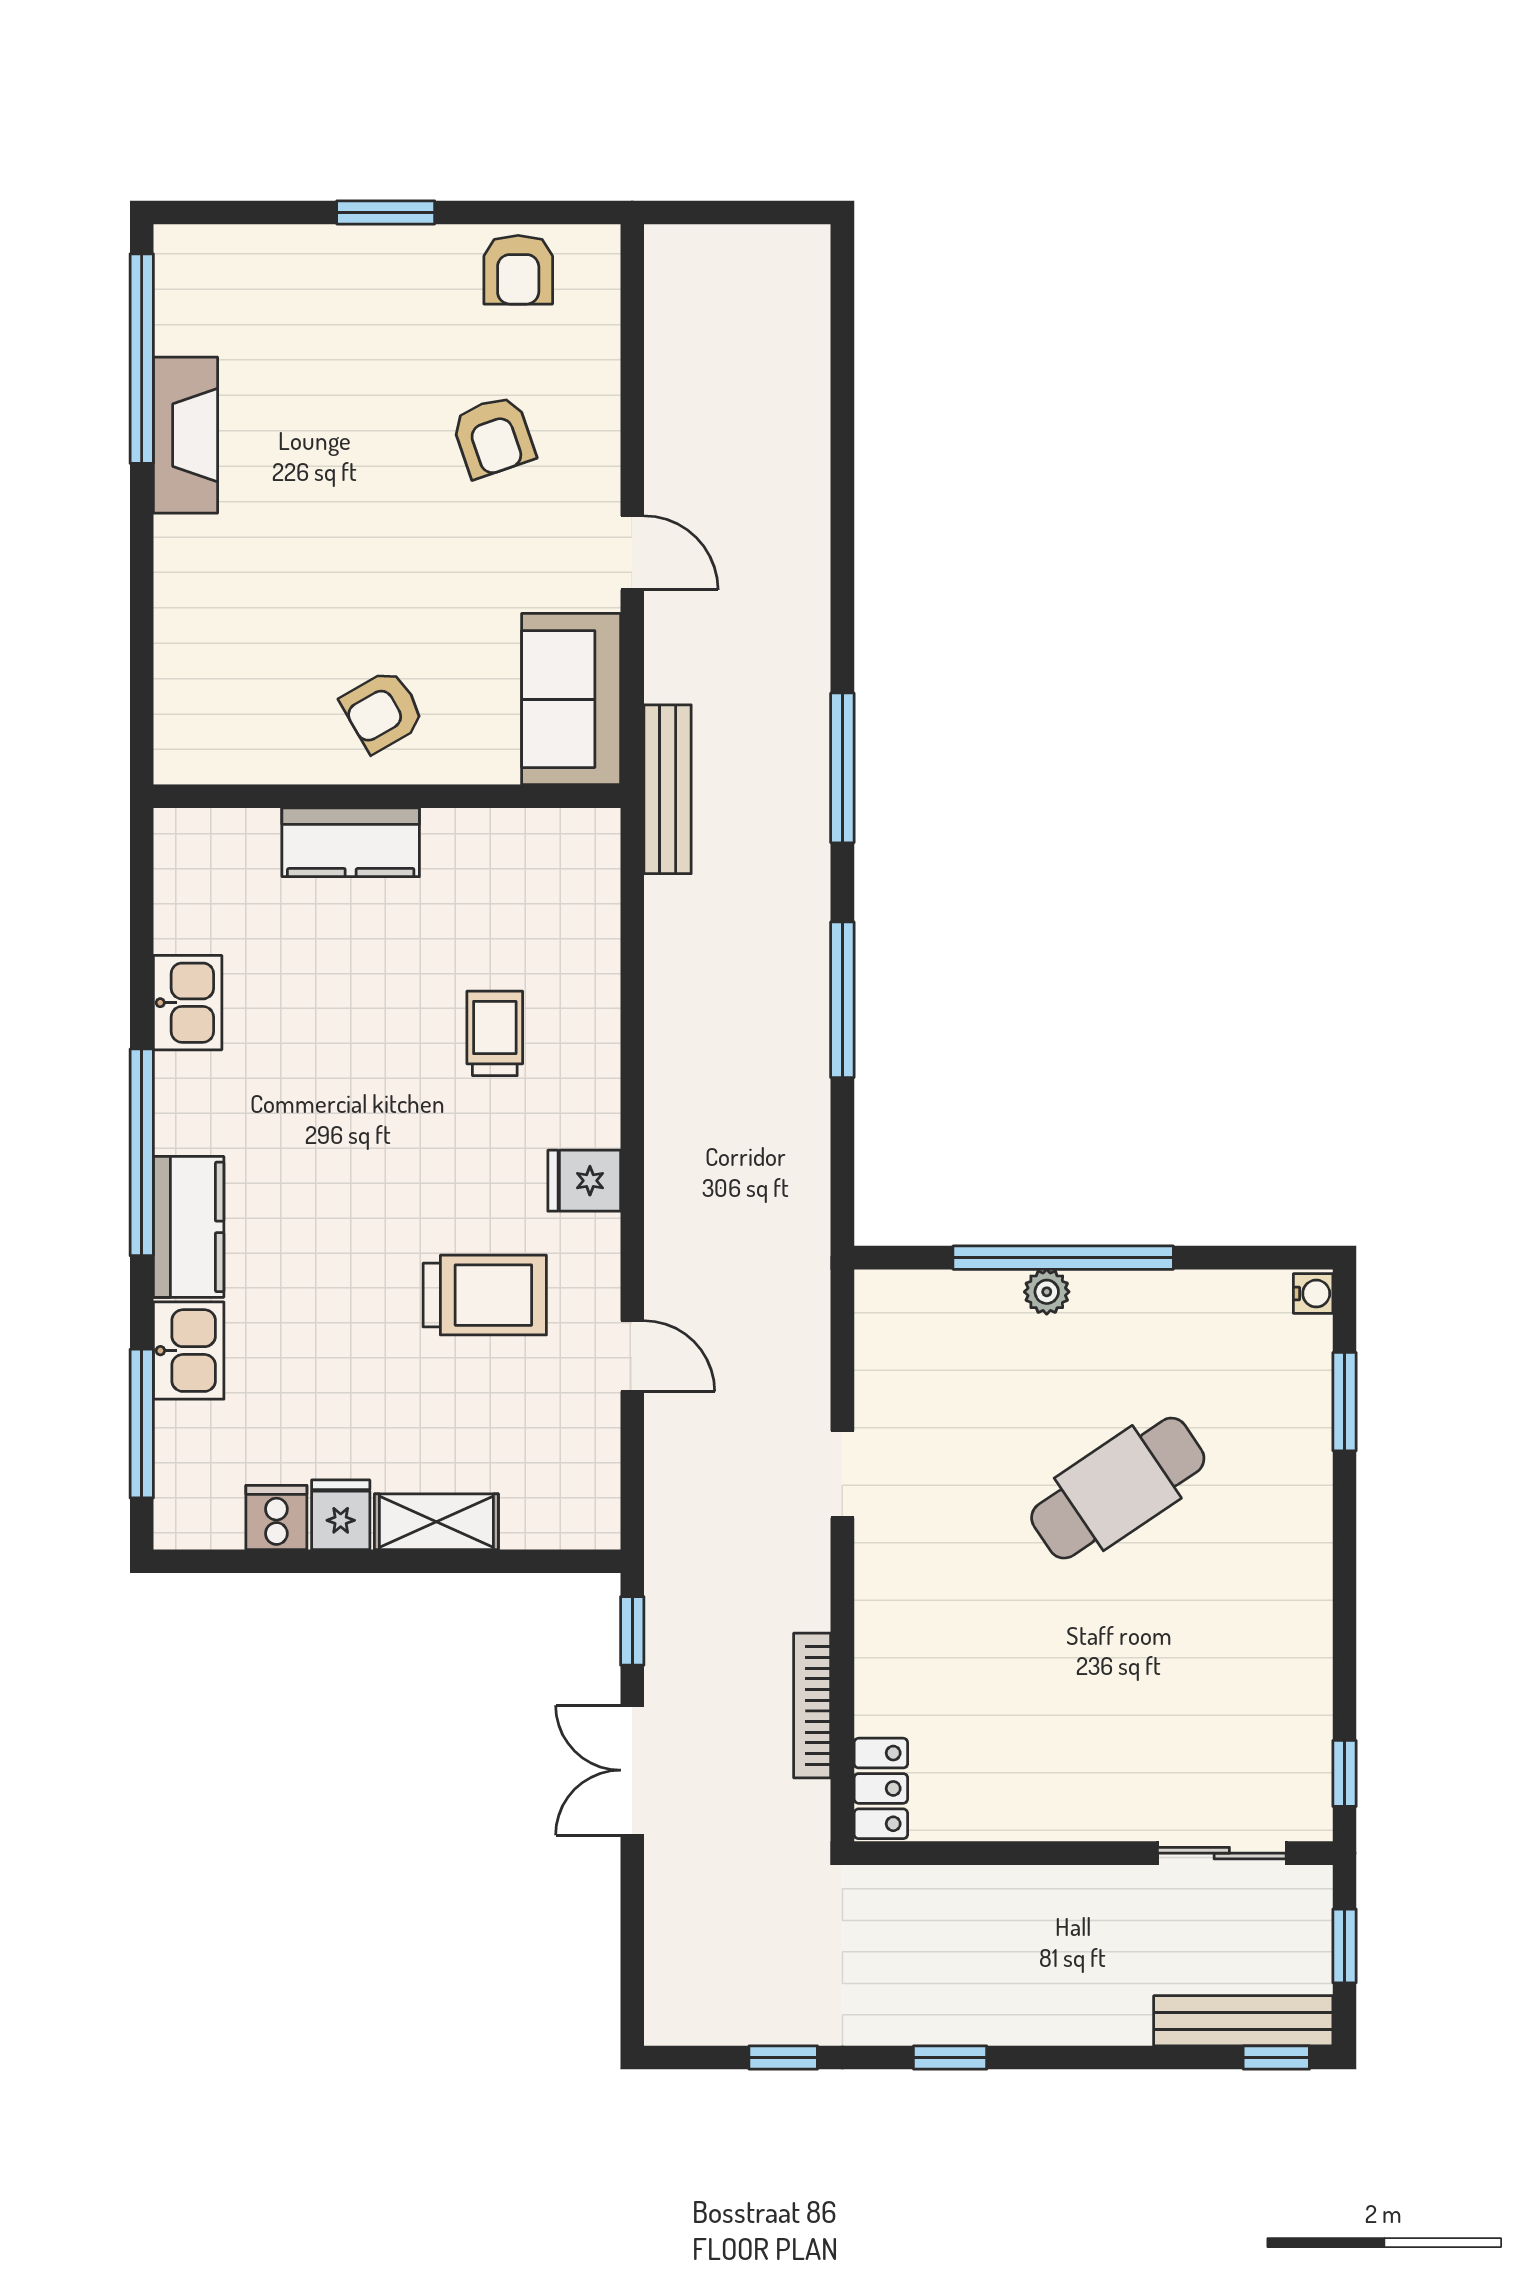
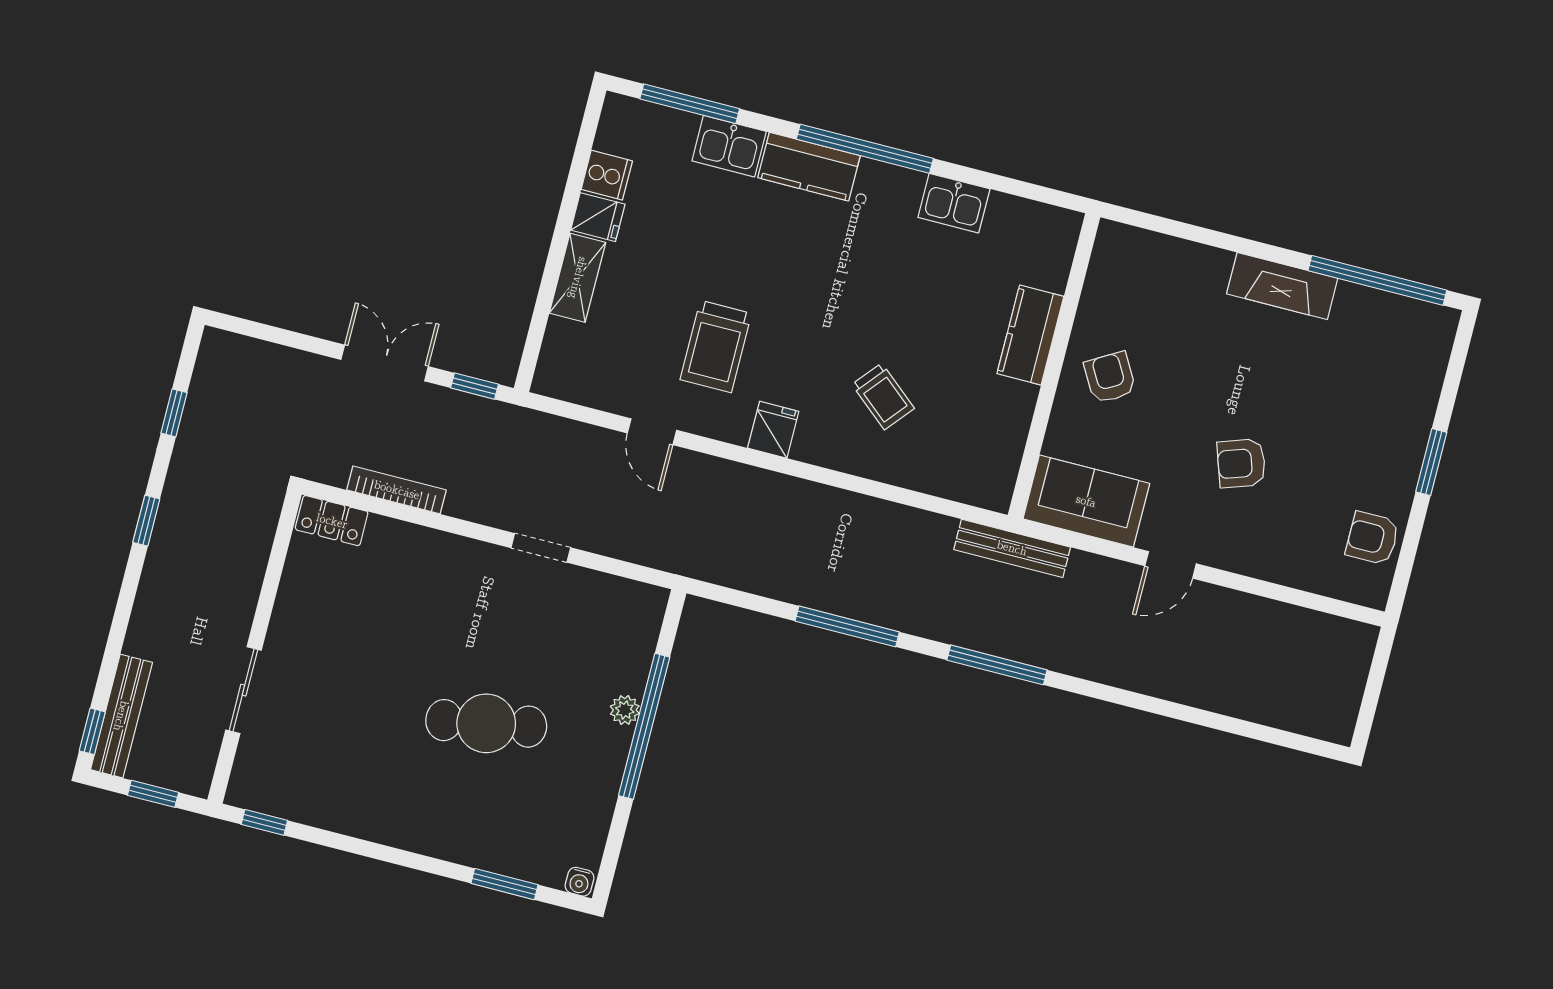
fireplace: (186, 435) -> (1282, 286), moved
armchair: (493, 437) -> (1241, 463), moved
trolley: (495, 1033) -> (883, 396), turned 40
door: (632, 1356) -> (652, 432), hinge flipped
cafe table: (1118, 1488) -> (486, 723), turned -66
sliding door: (1222, 1853) -> (243, 690), moved

